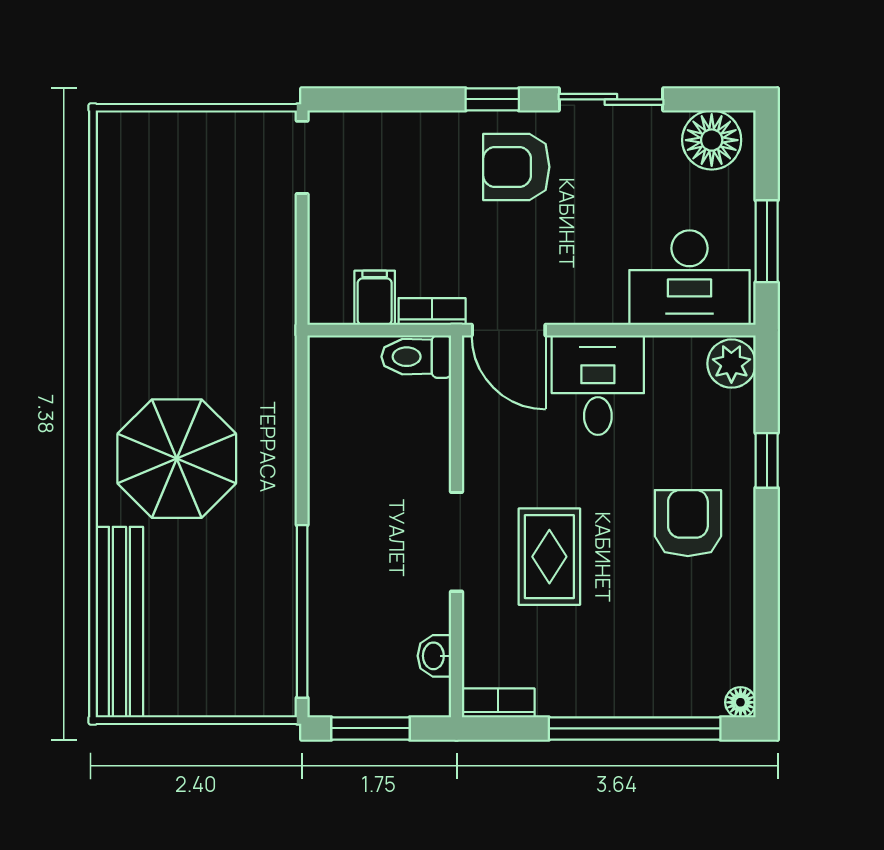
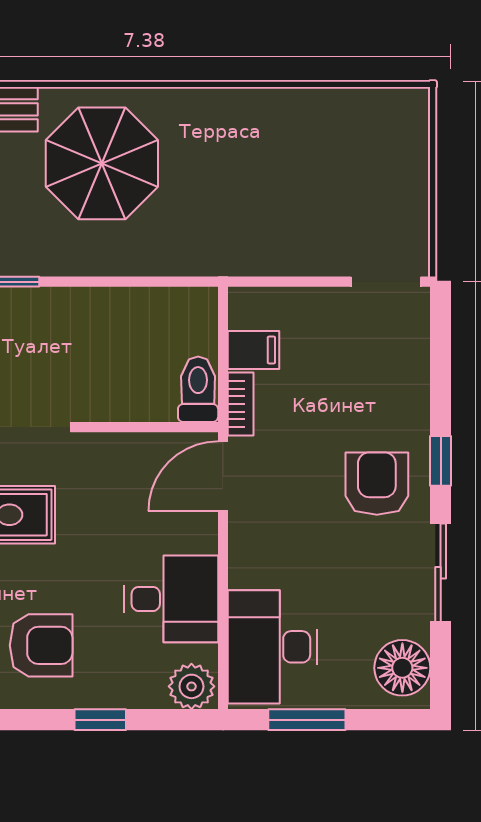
desk: (598, 385) -> (171, 599), moved

